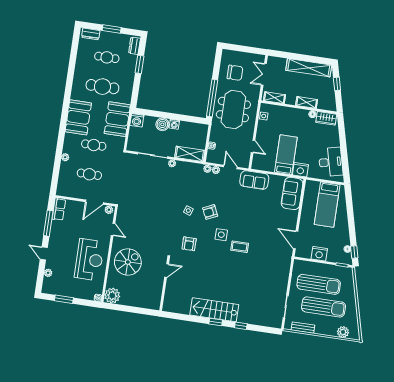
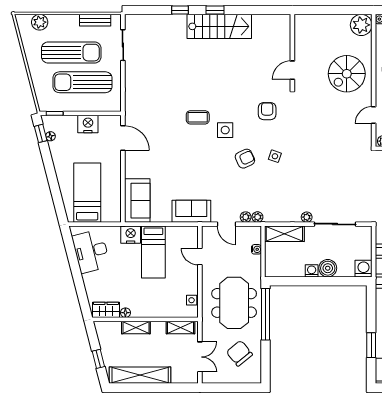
chair: (235, 73) -> (239, 353), turned 51
door: (113, 230) -> (374, 115), hinge flipped
sun lounger: (324, 307) -> (71, 53), turned 180

